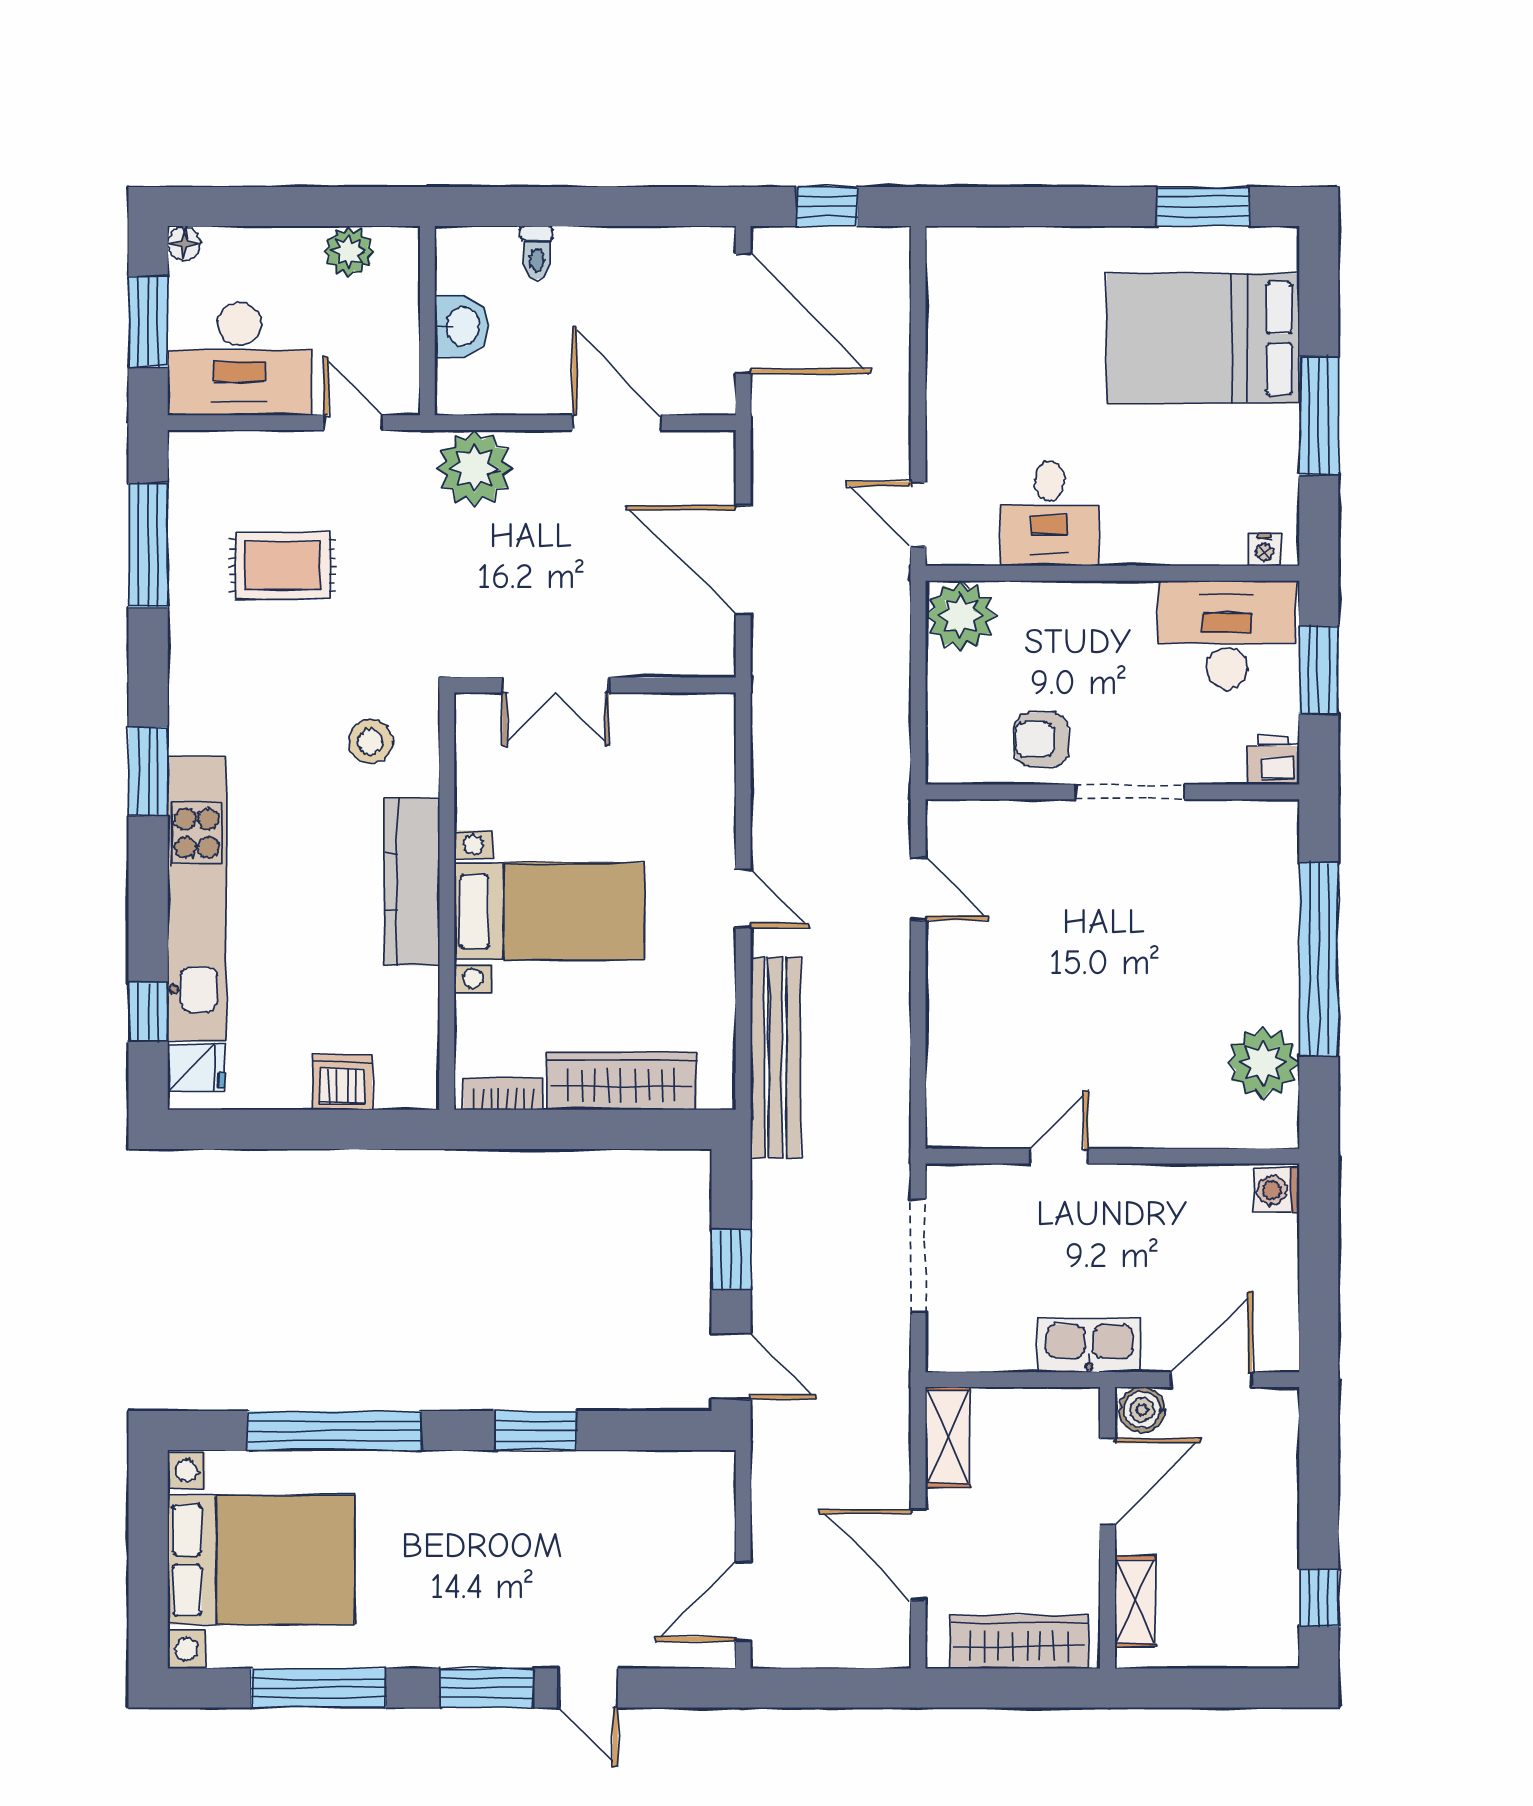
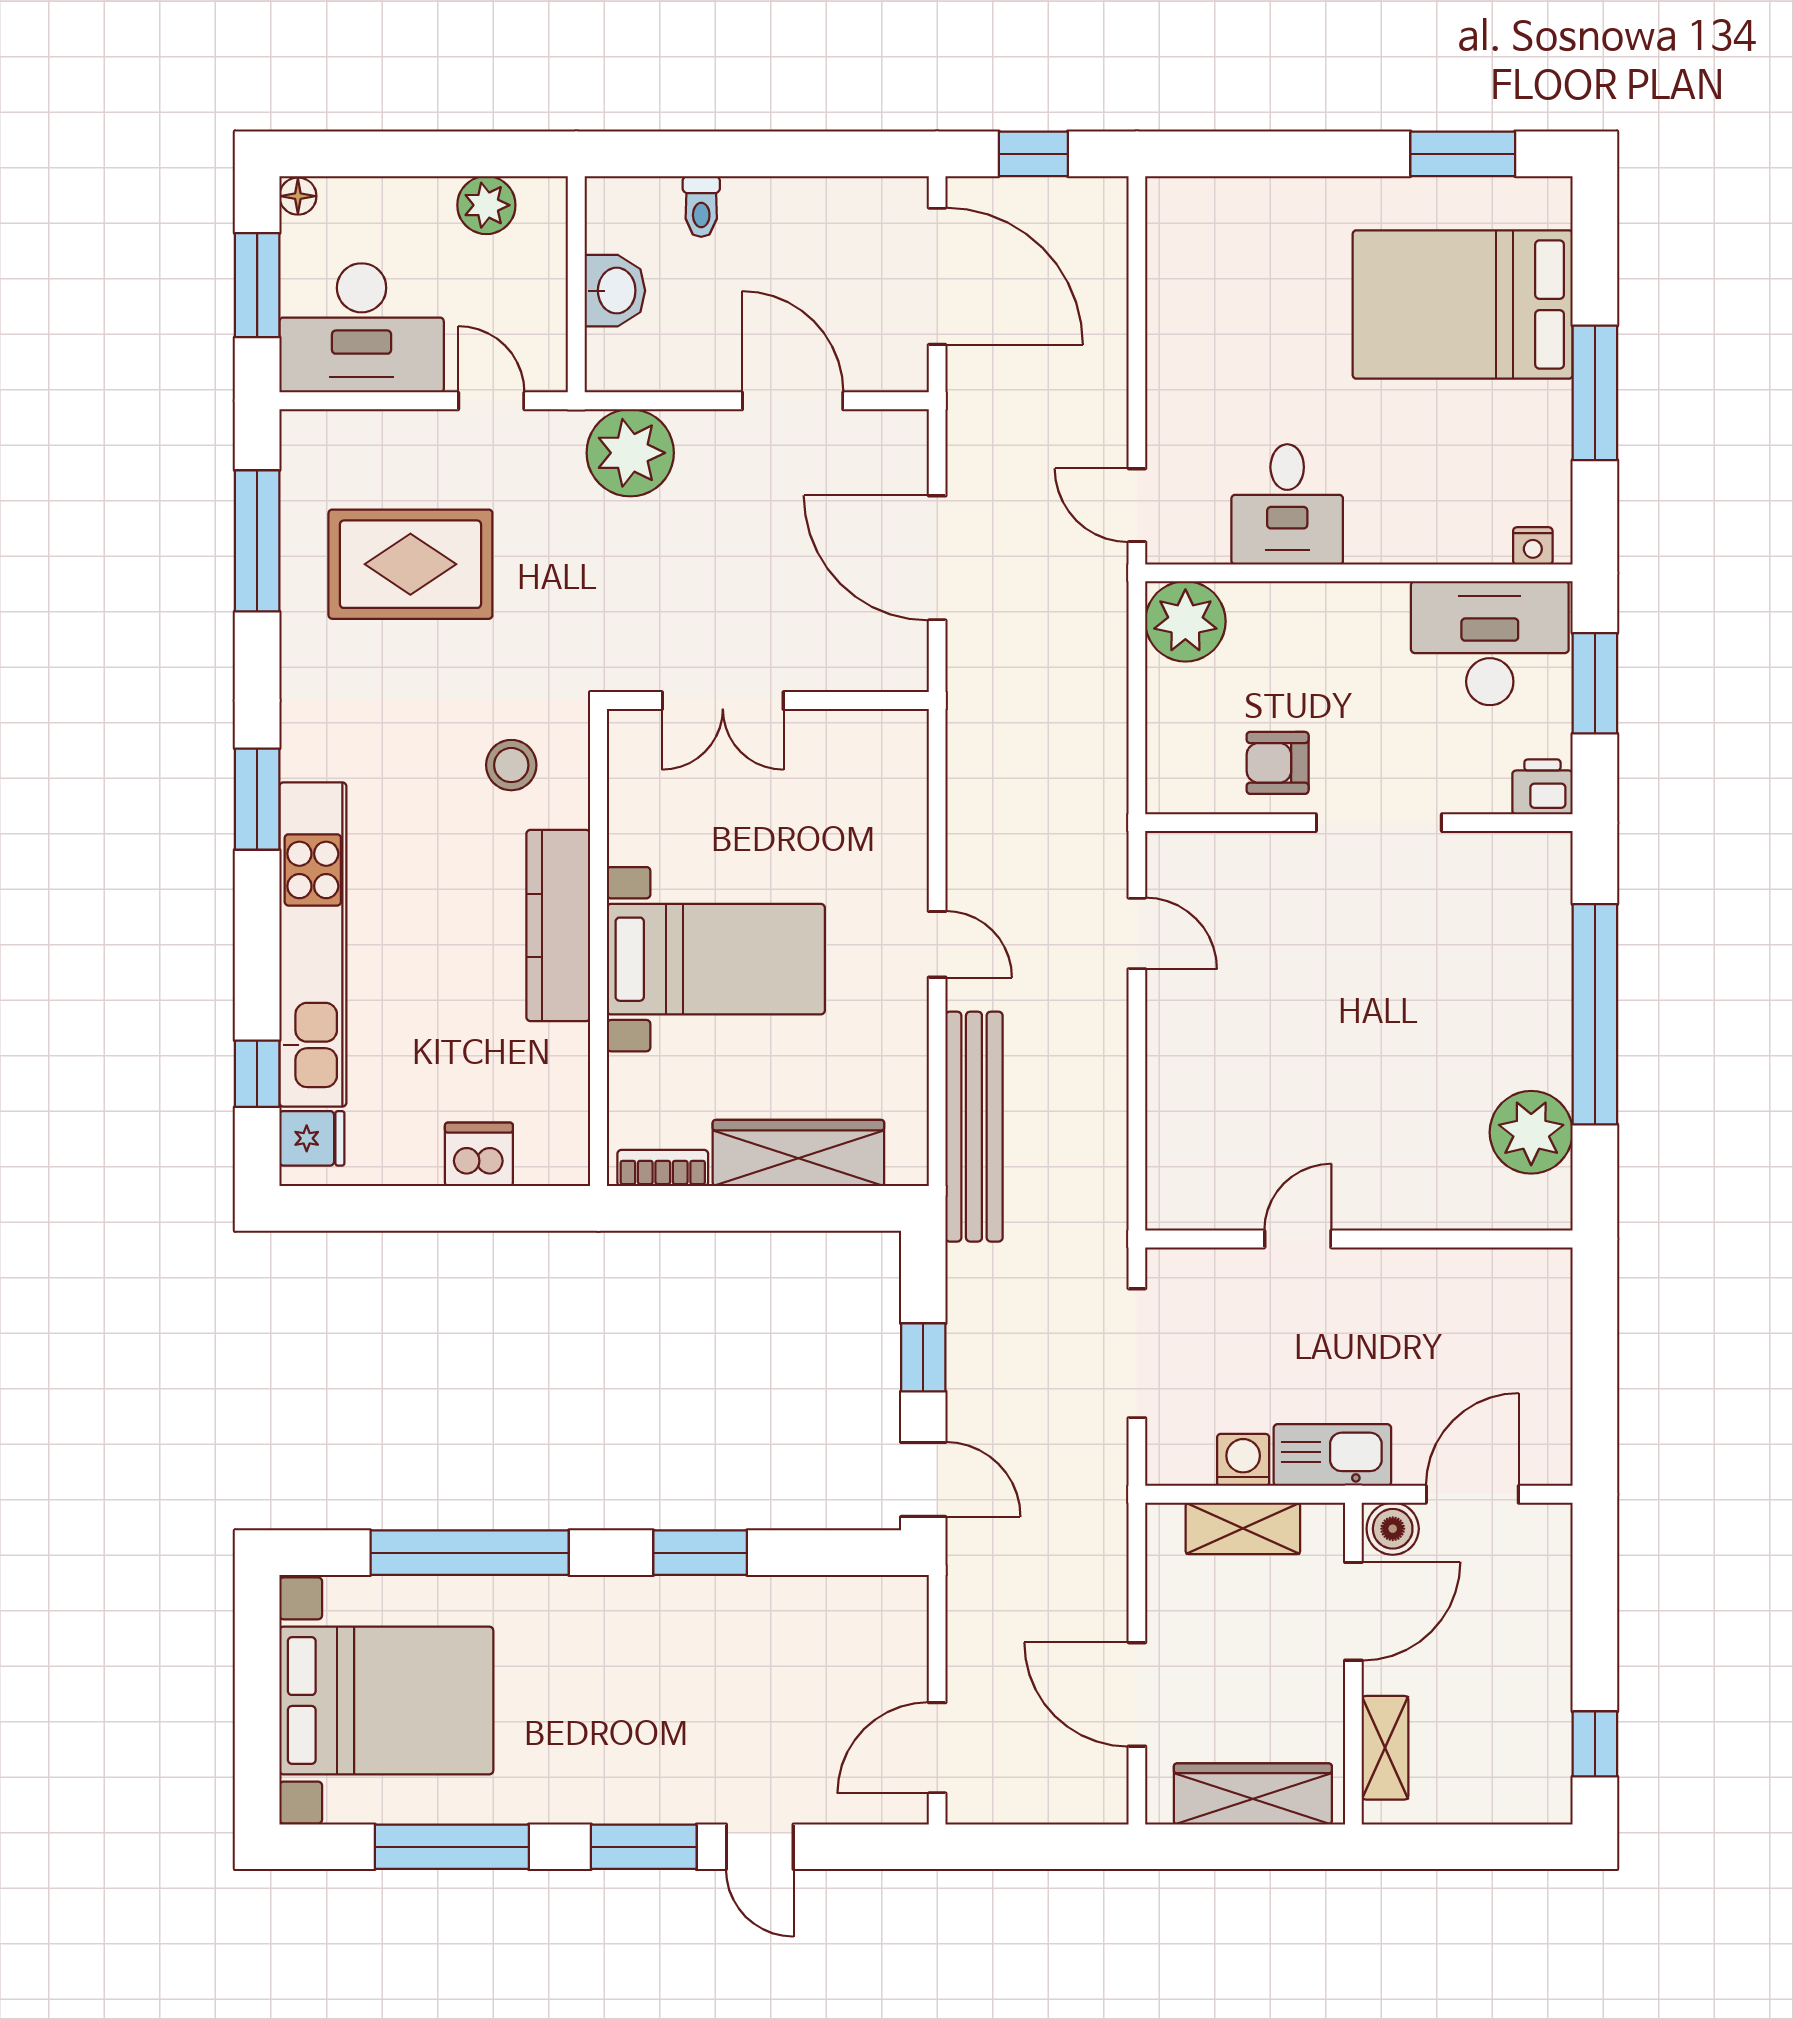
rug: (282, 566) -> (410, 564), width x1.36, depth x1.43
washing machine: (1277, 1190) -> (1243, 1460), moved, turned 90
shelving: (948, 1437) -> (1243, 1528), moved, turned 90

